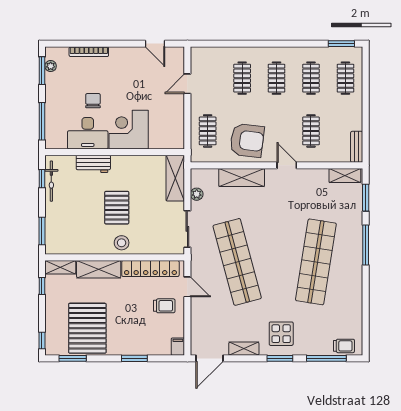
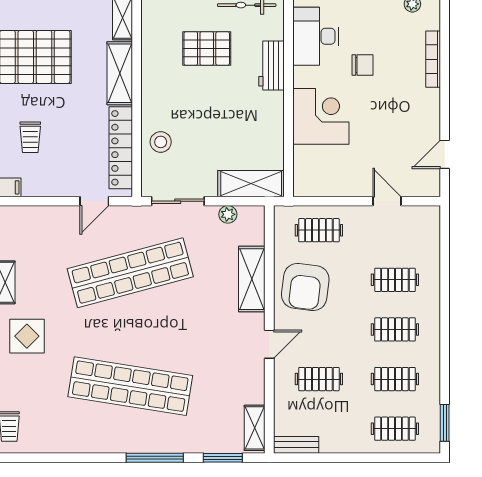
desk: (88, 133) -> (316, 36), moved
pallet: (117, 208) -> (207, 49), moved
stool: (122, 243) -> (161, 142), moved
trolley: (164, 306) -> (30, 137), moved

